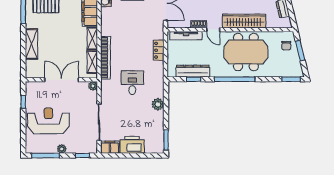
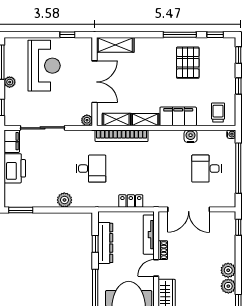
shelving: (32, 44) -> (115, 45), moved

